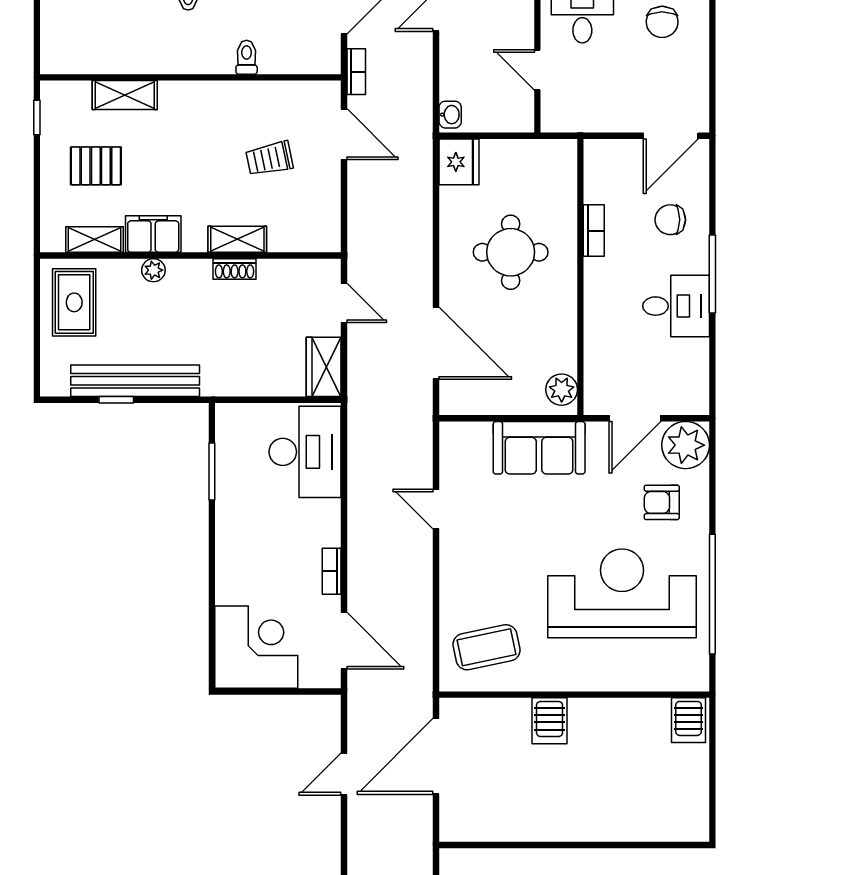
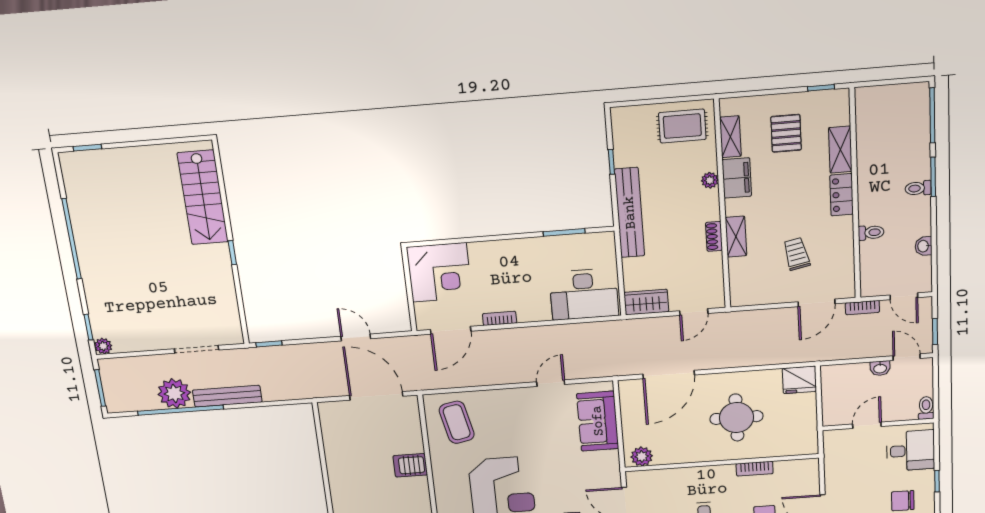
locker: (189, 95) -> (842, 195), added
washbasin: (450, 115) -> (880, 368), moved
bench: (135, 381) -> (630, 213), moved
sofa: (539, 448) -> (598, 421), moved

